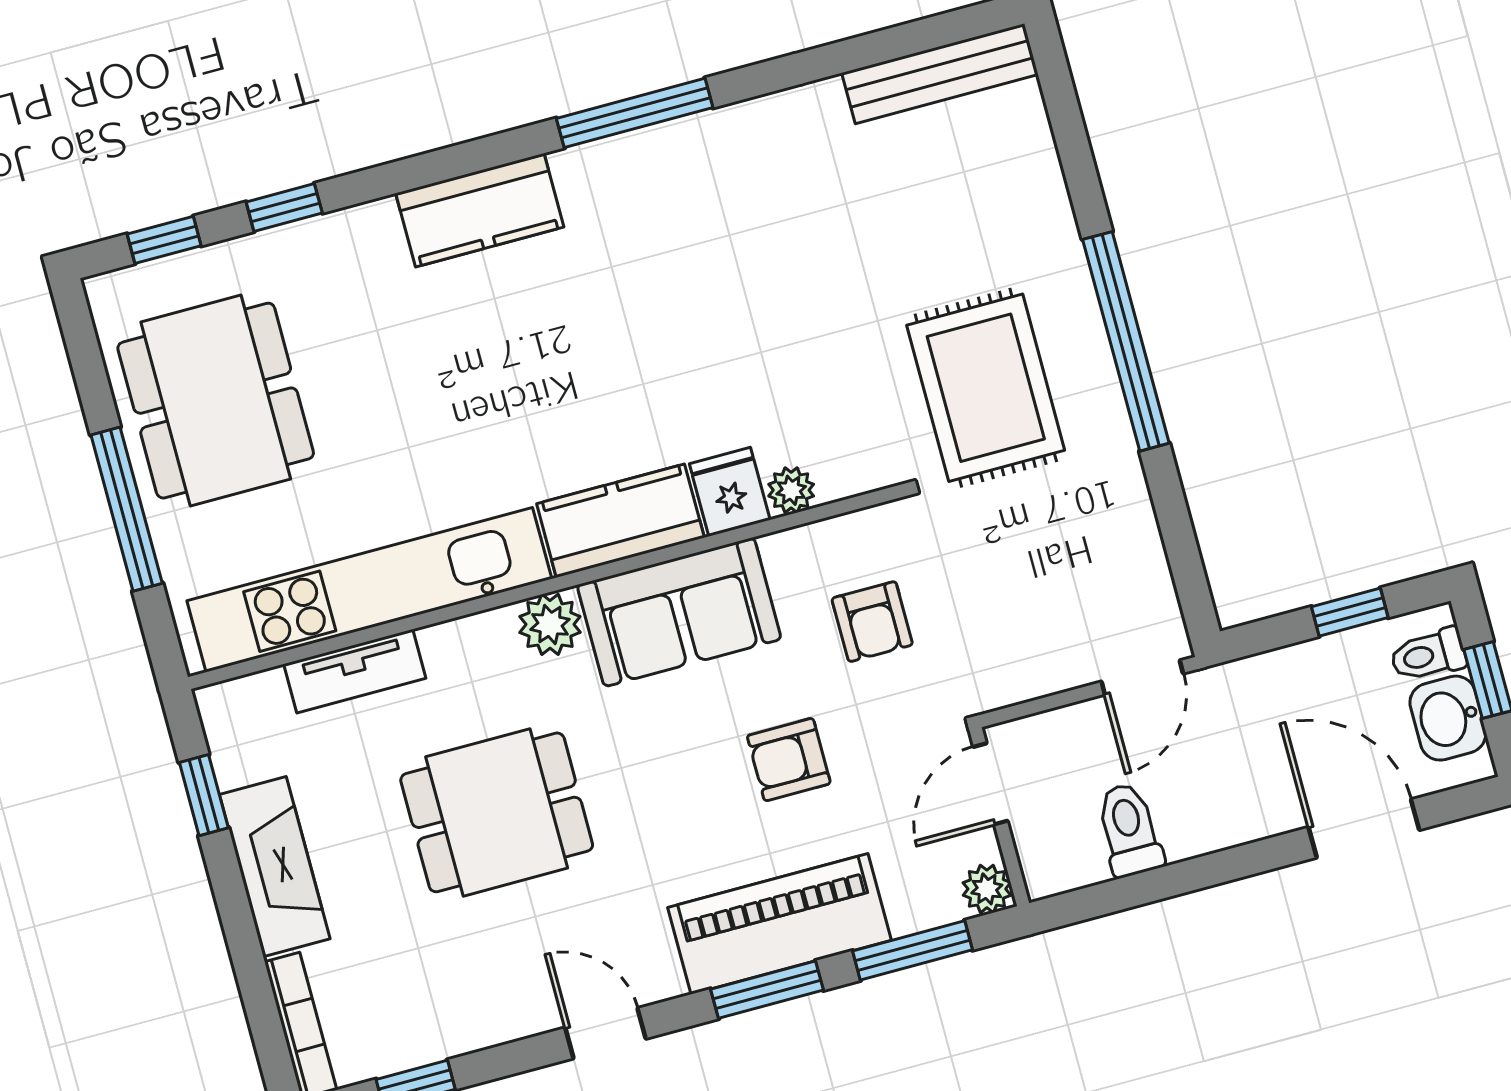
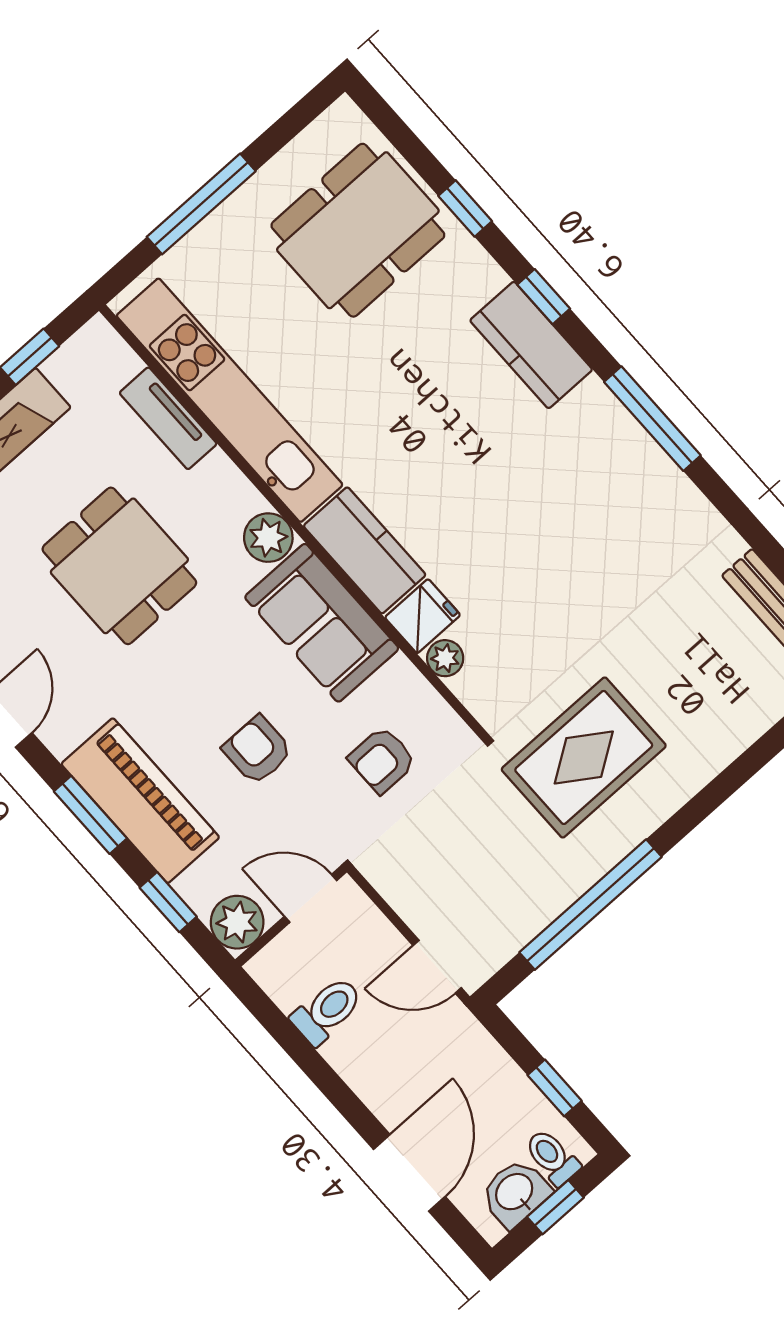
window: (164, 240) -> (544, 297), moved
window: (1126, 341) -> (591, 905), moved
dining table: (216, 401) -> (358, 230), moved
plant: (987, 889) -> (237, 922), width x1.38, depth x1.38
window: (913, 950) -> (168, 902), width x0.67

